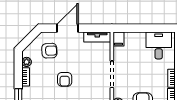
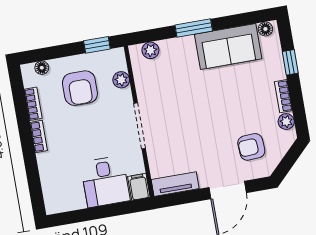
desk: (159, 45) -> (105, 182), moved
armchair: (65, 79) -> (217, 103), removed

